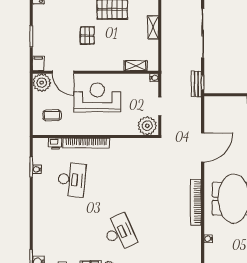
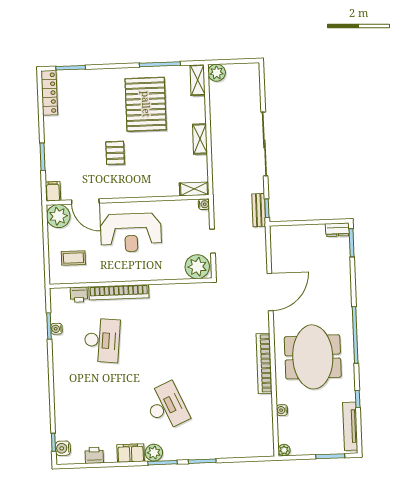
shelving: (135, 66) -> (194, 189), moved
reception desk: (97, 97) -> (131, 233), turned 180

